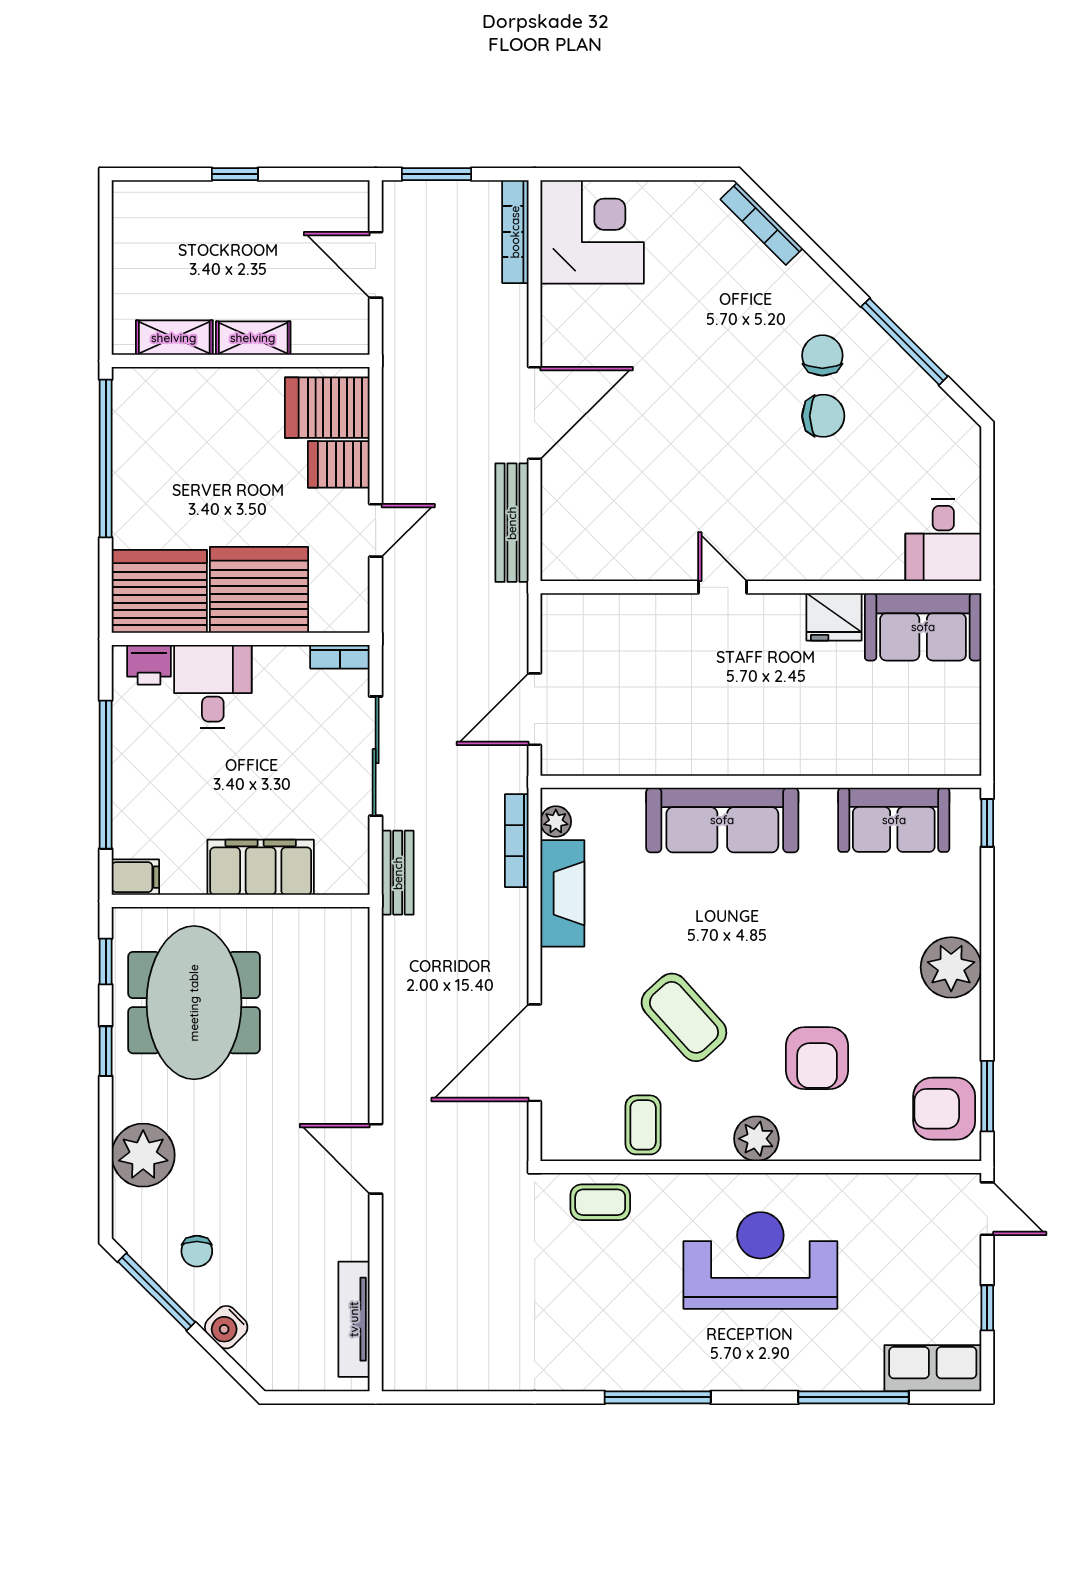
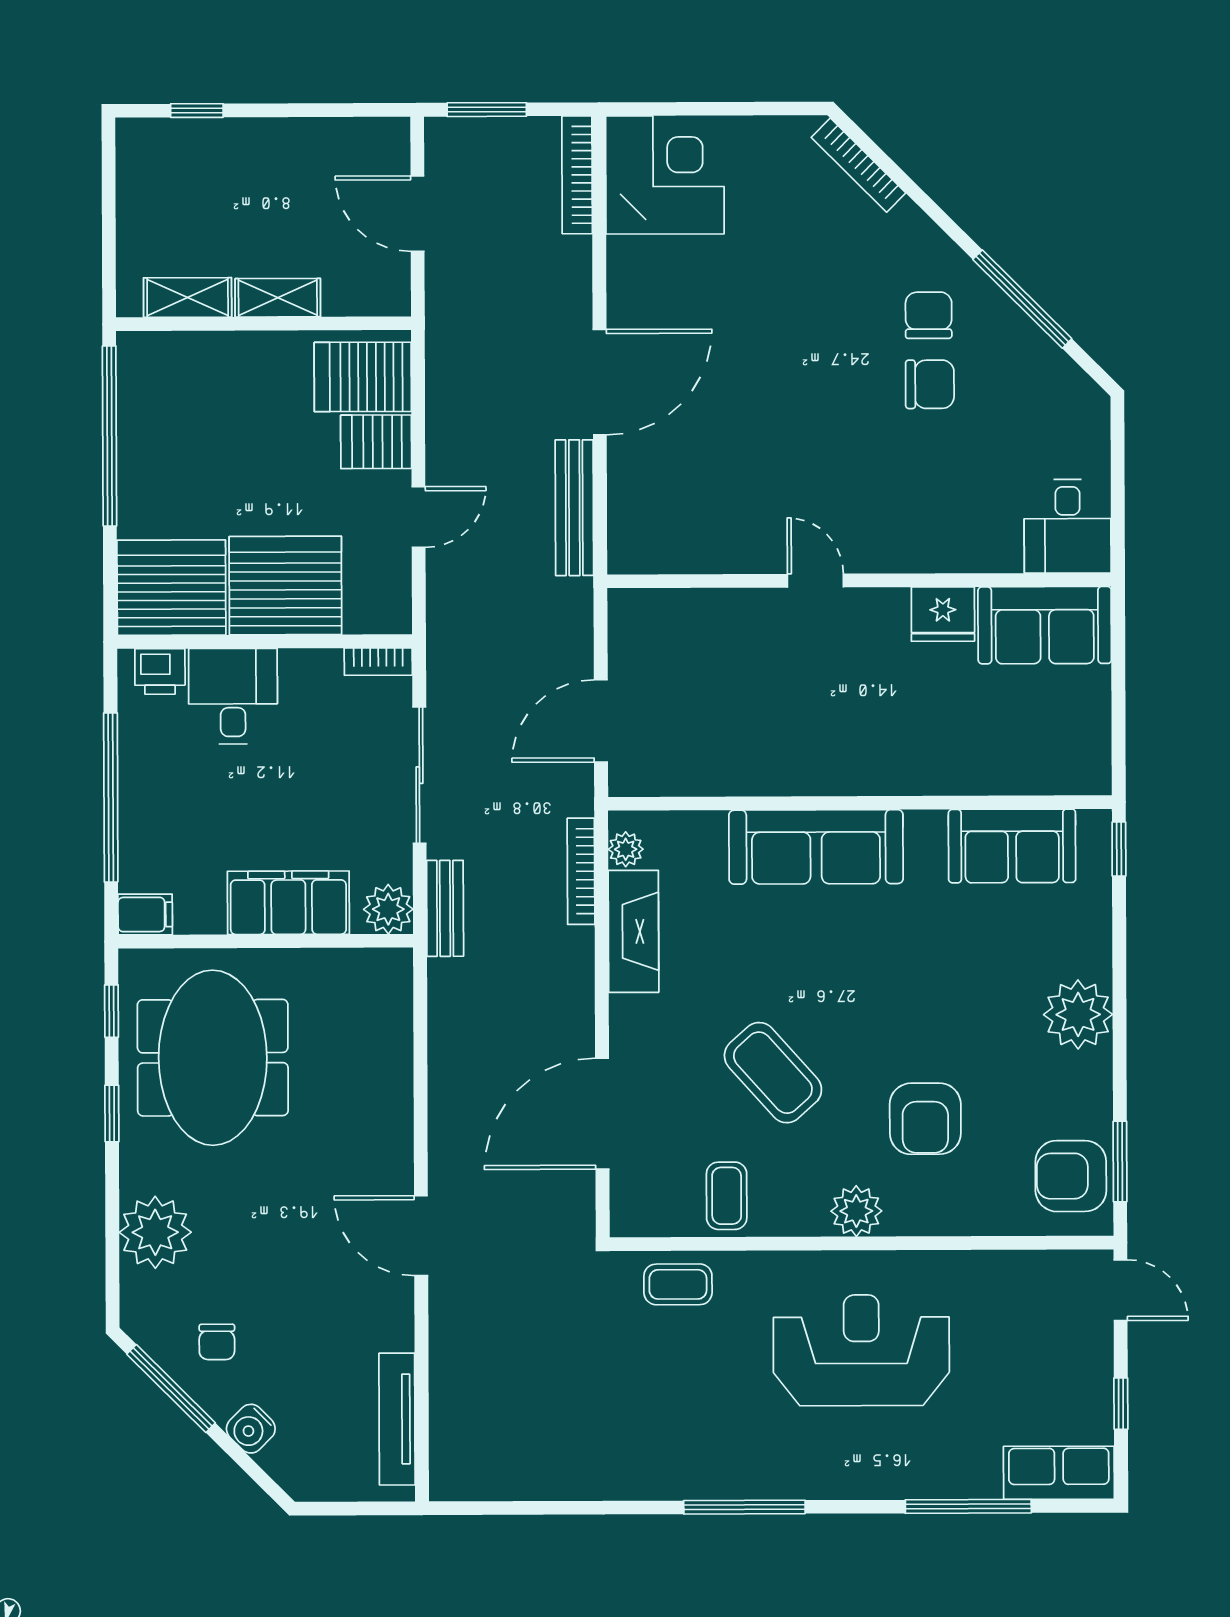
window: (235, 174) -> (197, 111), moved
plant: (348, 873) -> (388, 909), added

